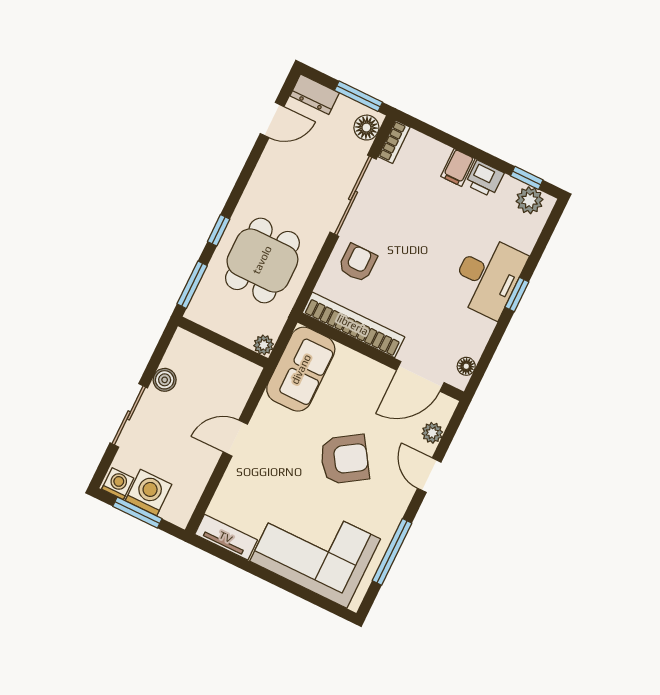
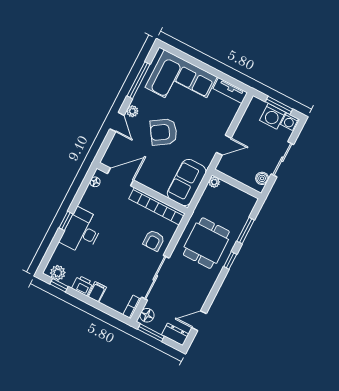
wall: (223, 342) -> (237, 184), moved
plant: (264, 345) -> (214, 182), moved
plant: (432, 433) -> (132, 111), moved

